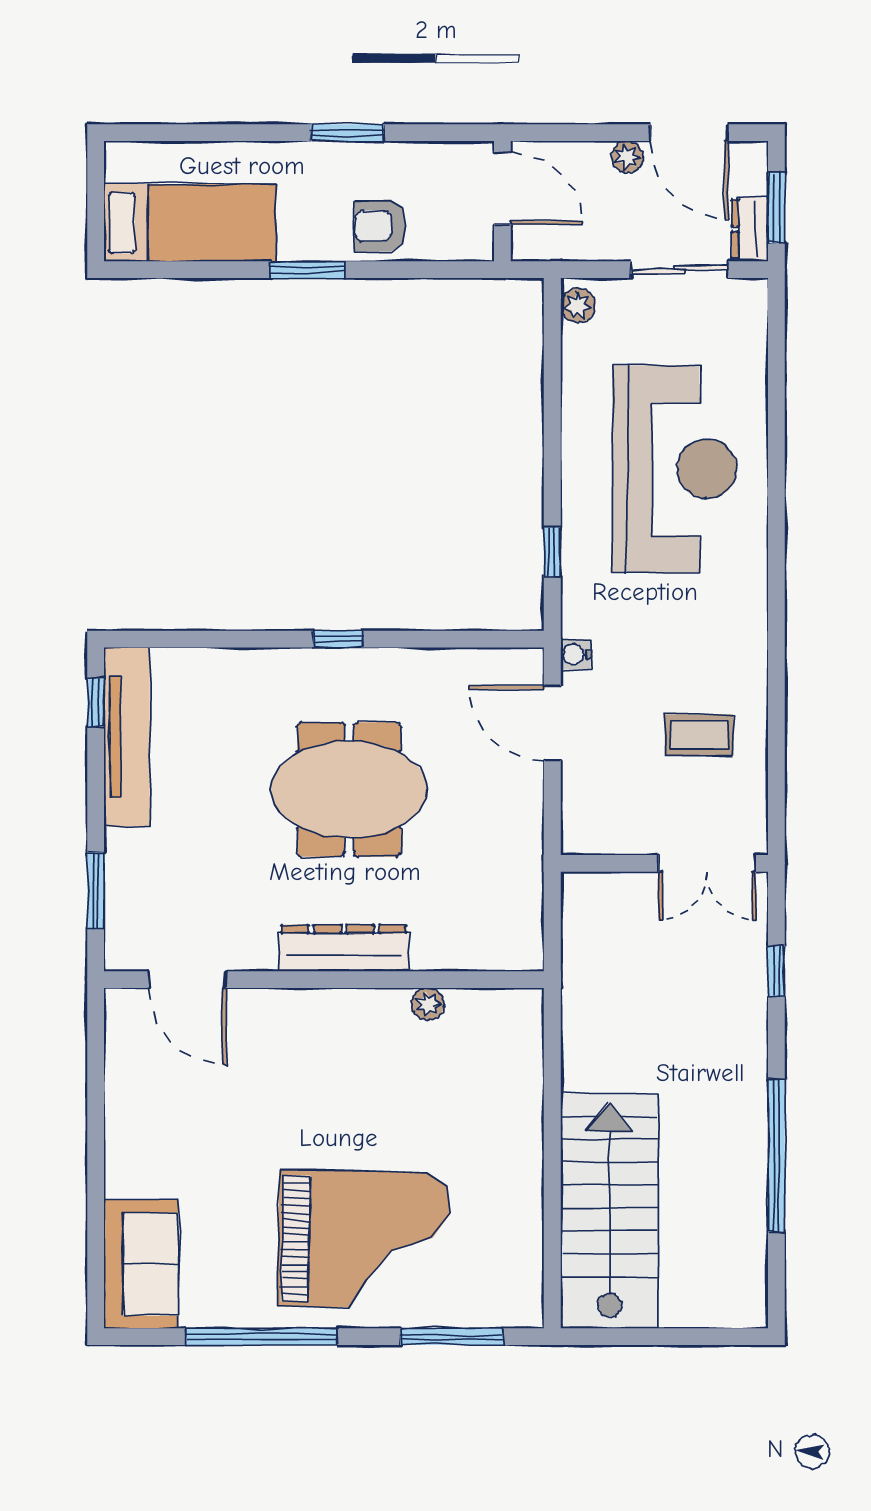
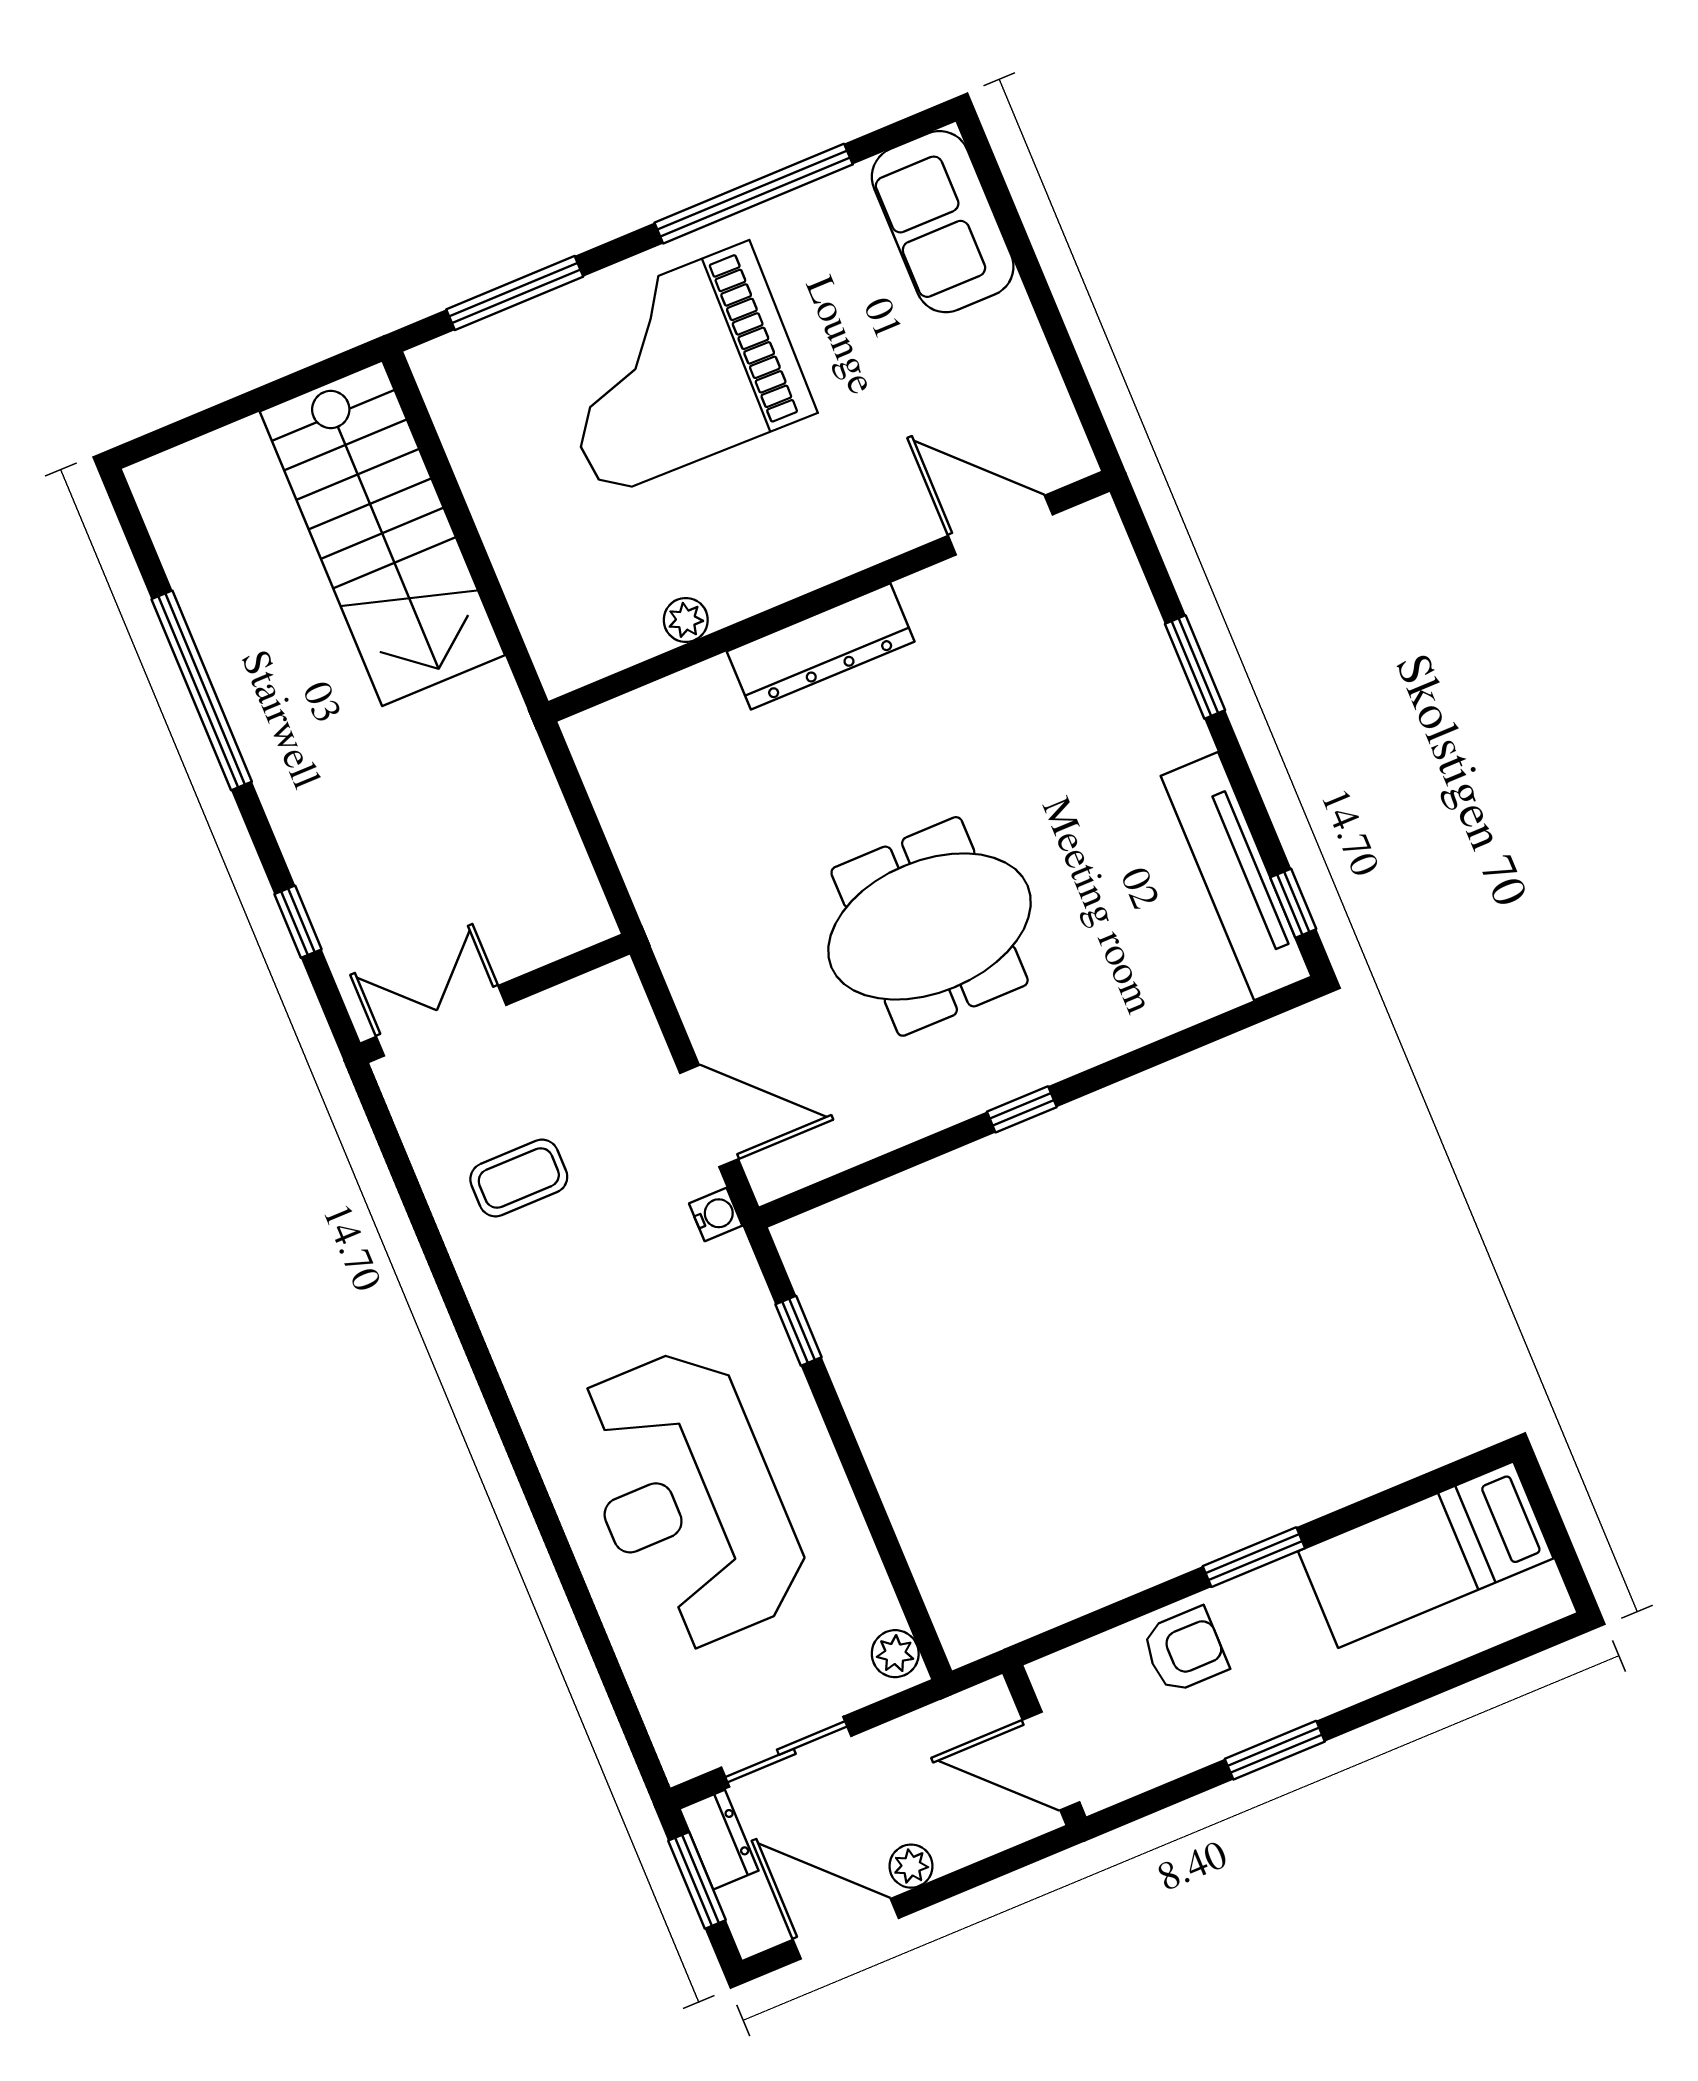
dresser: (344, 948) -> (821, 646), moved
door: (188, 980) -> (1000, 525), moved
wall: (324, 980) -> (829, 596), moved
plant: (428, 1004) -> (686, 620), moved

